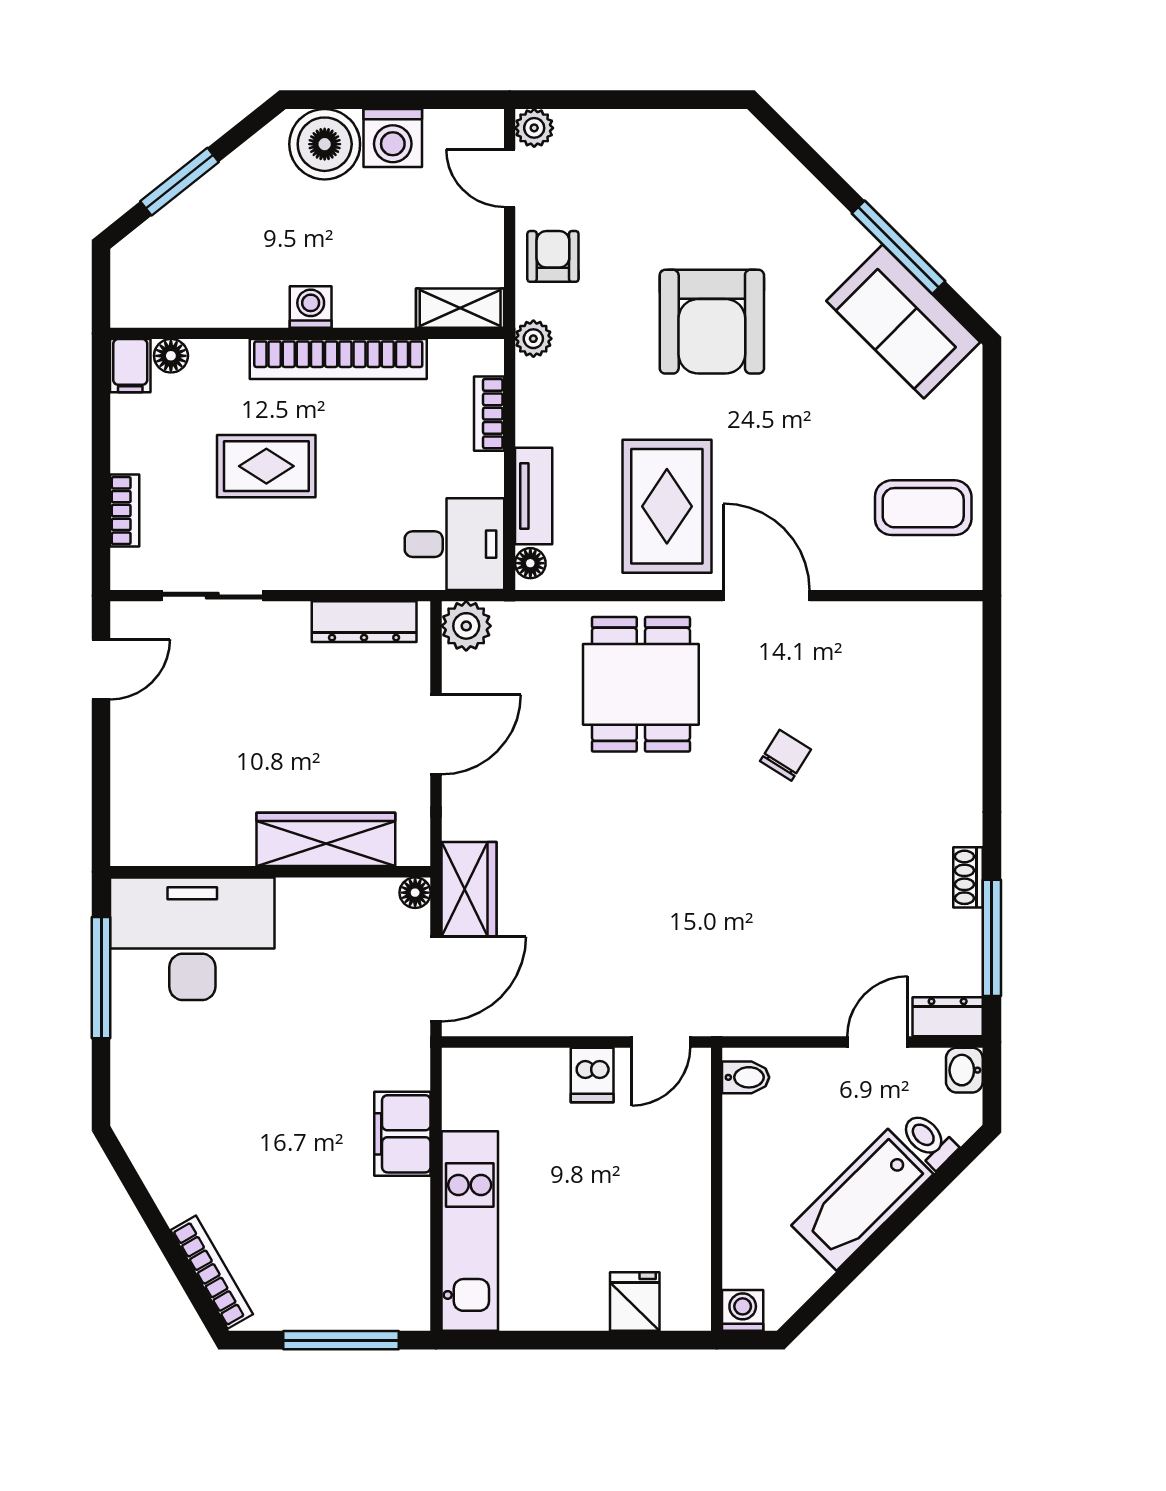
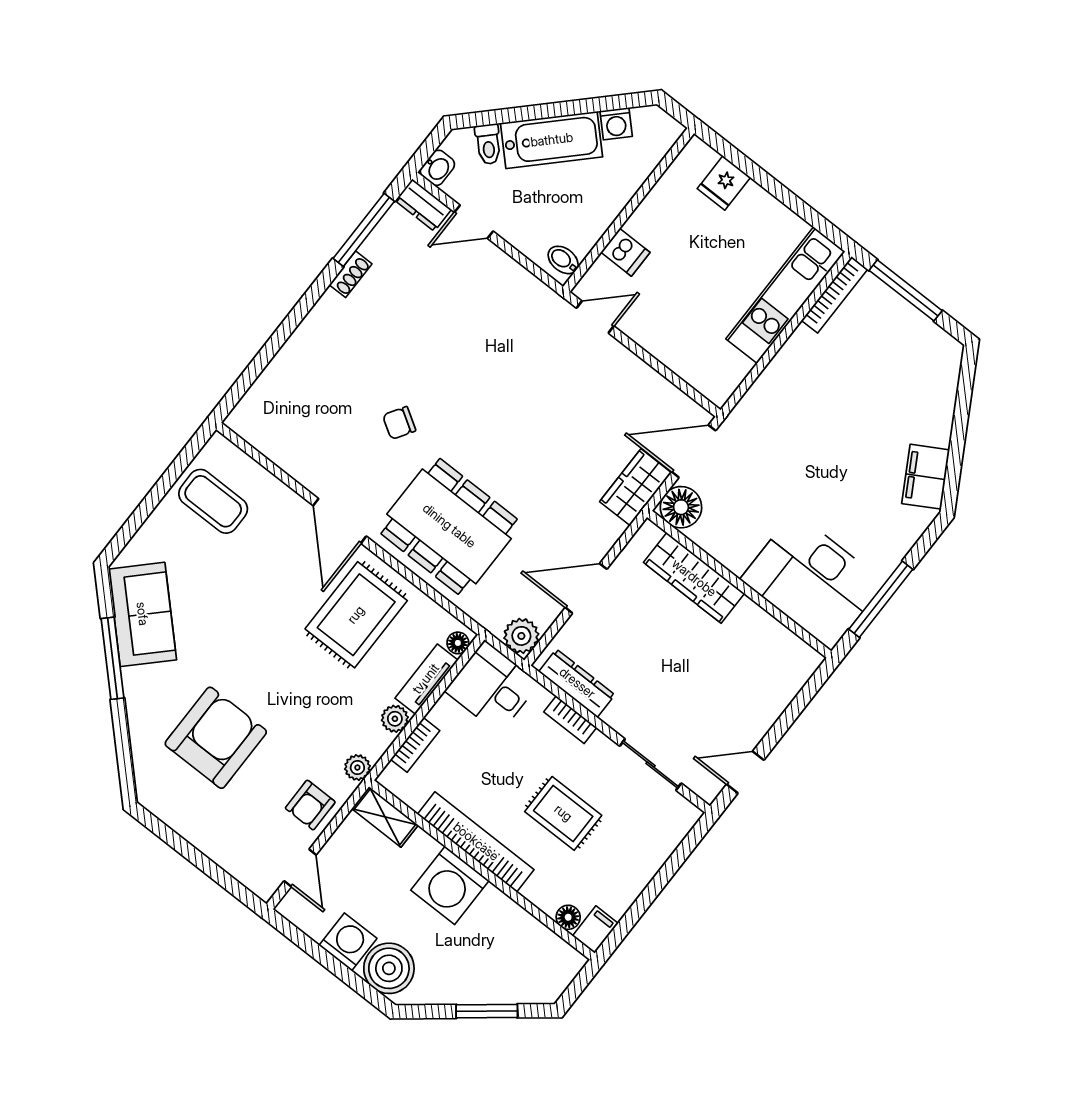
plant: (534, 128) -> (395, 719), moved
washing machine: (311, 307) -> (450, 885), width x1.89, depth x1.89
armchair: (712, 322) -> (216, 738), moved
bookcase: (125, 511) -> (570, 720), moved, turned -90
dining table: (641, 684) -> (449, 526), width x1.37
floor lamp: (415, 893) -> (681, 507), width x1.89, depth x1.89
dishwasher: (592, 1075) -> (625, 252), moved, turned 90
filing cabinet: (402, 1134) -> (926, 477), moved, turned 150
bookcase: (212, 1272) -> (835, 295), moved, turned -150
washing machine: (743, 1310) -> (616, 124), moved, turned -45

